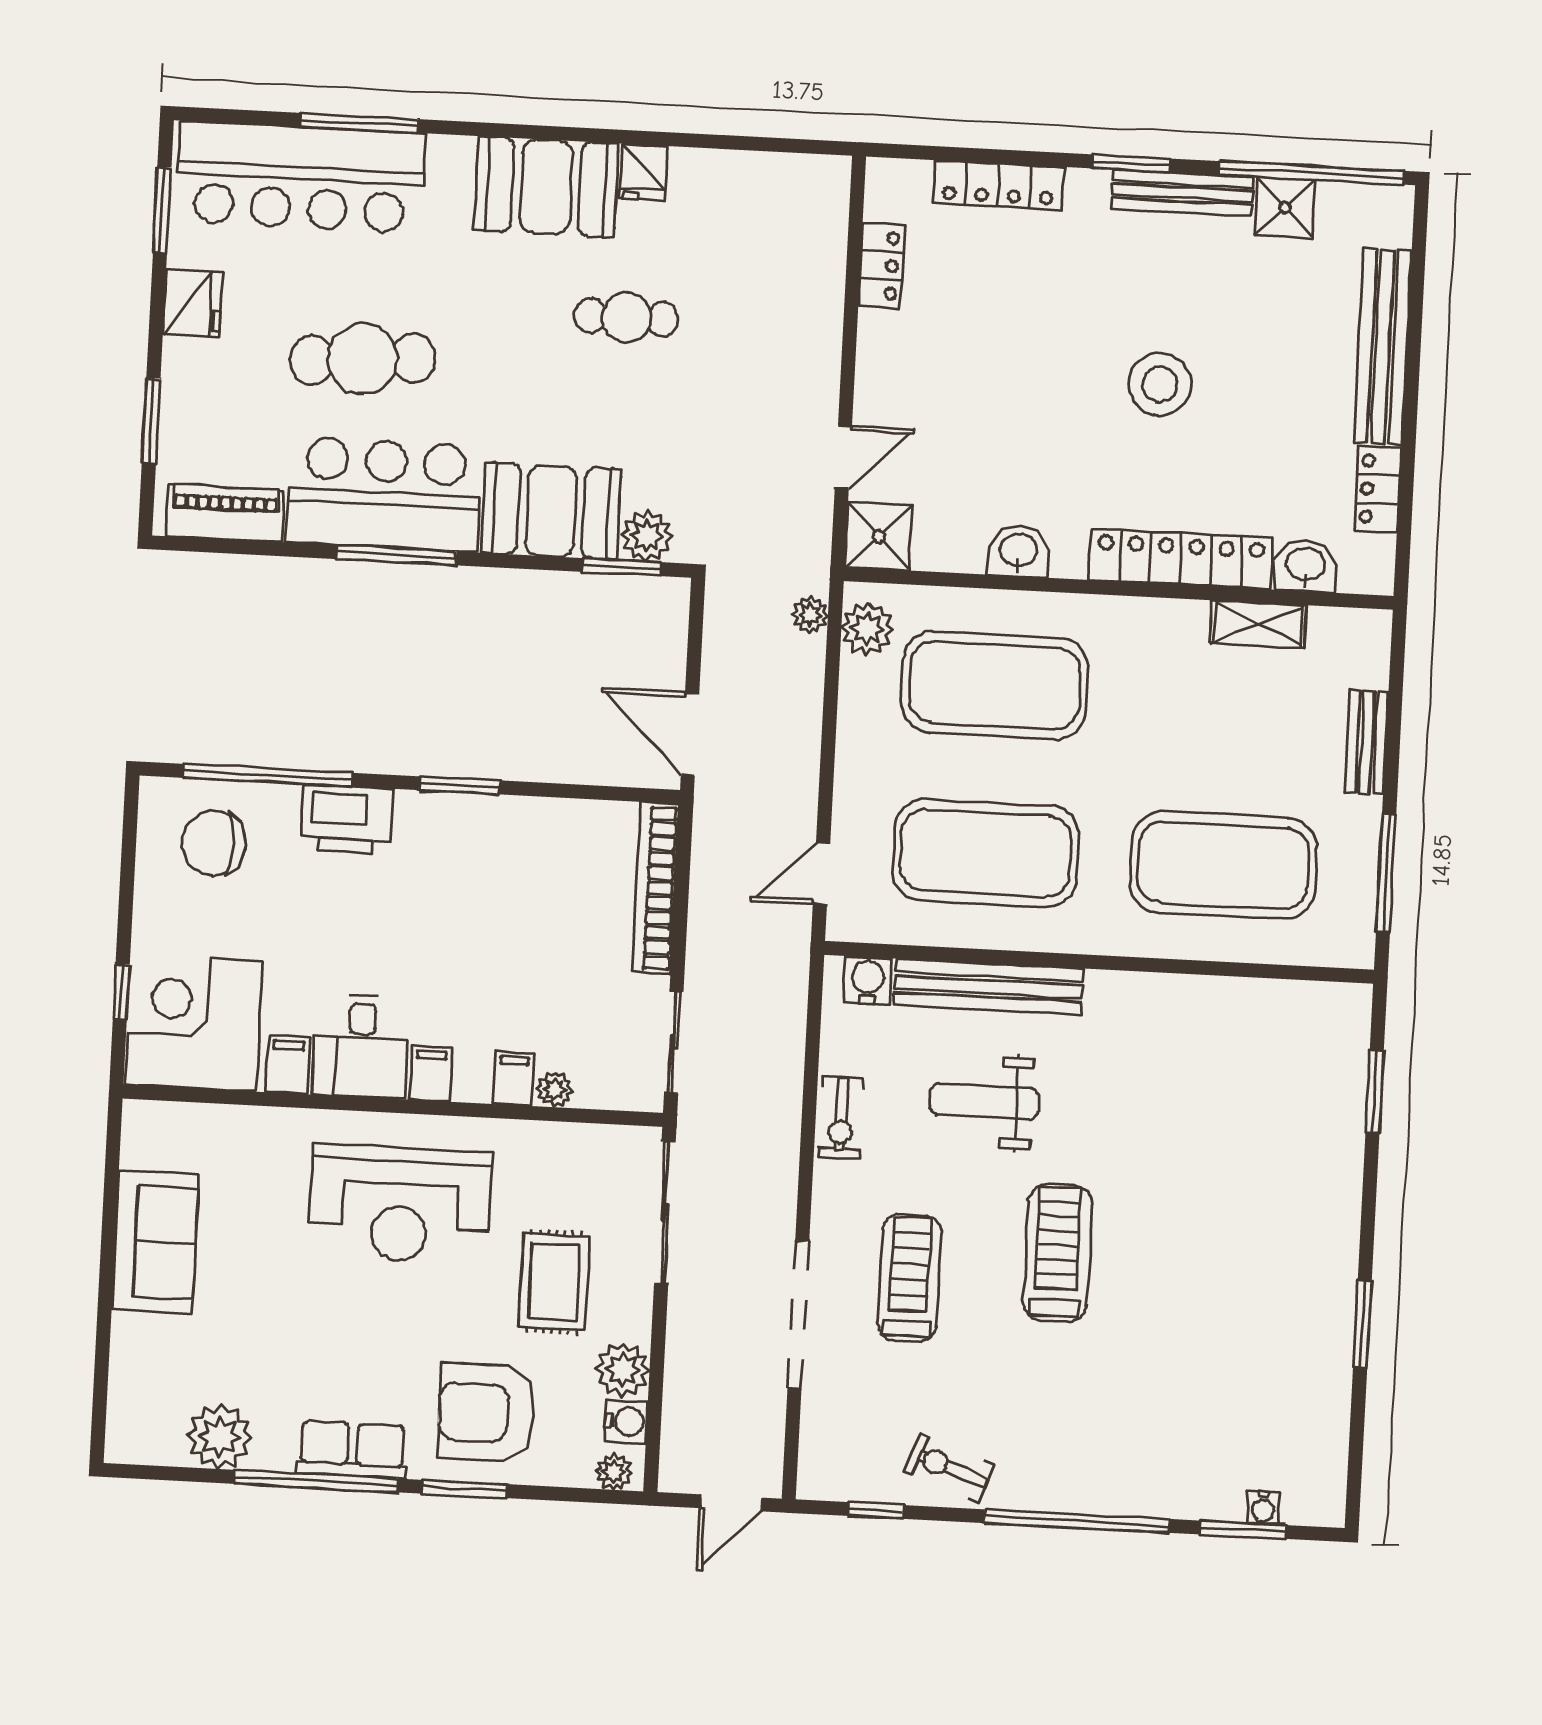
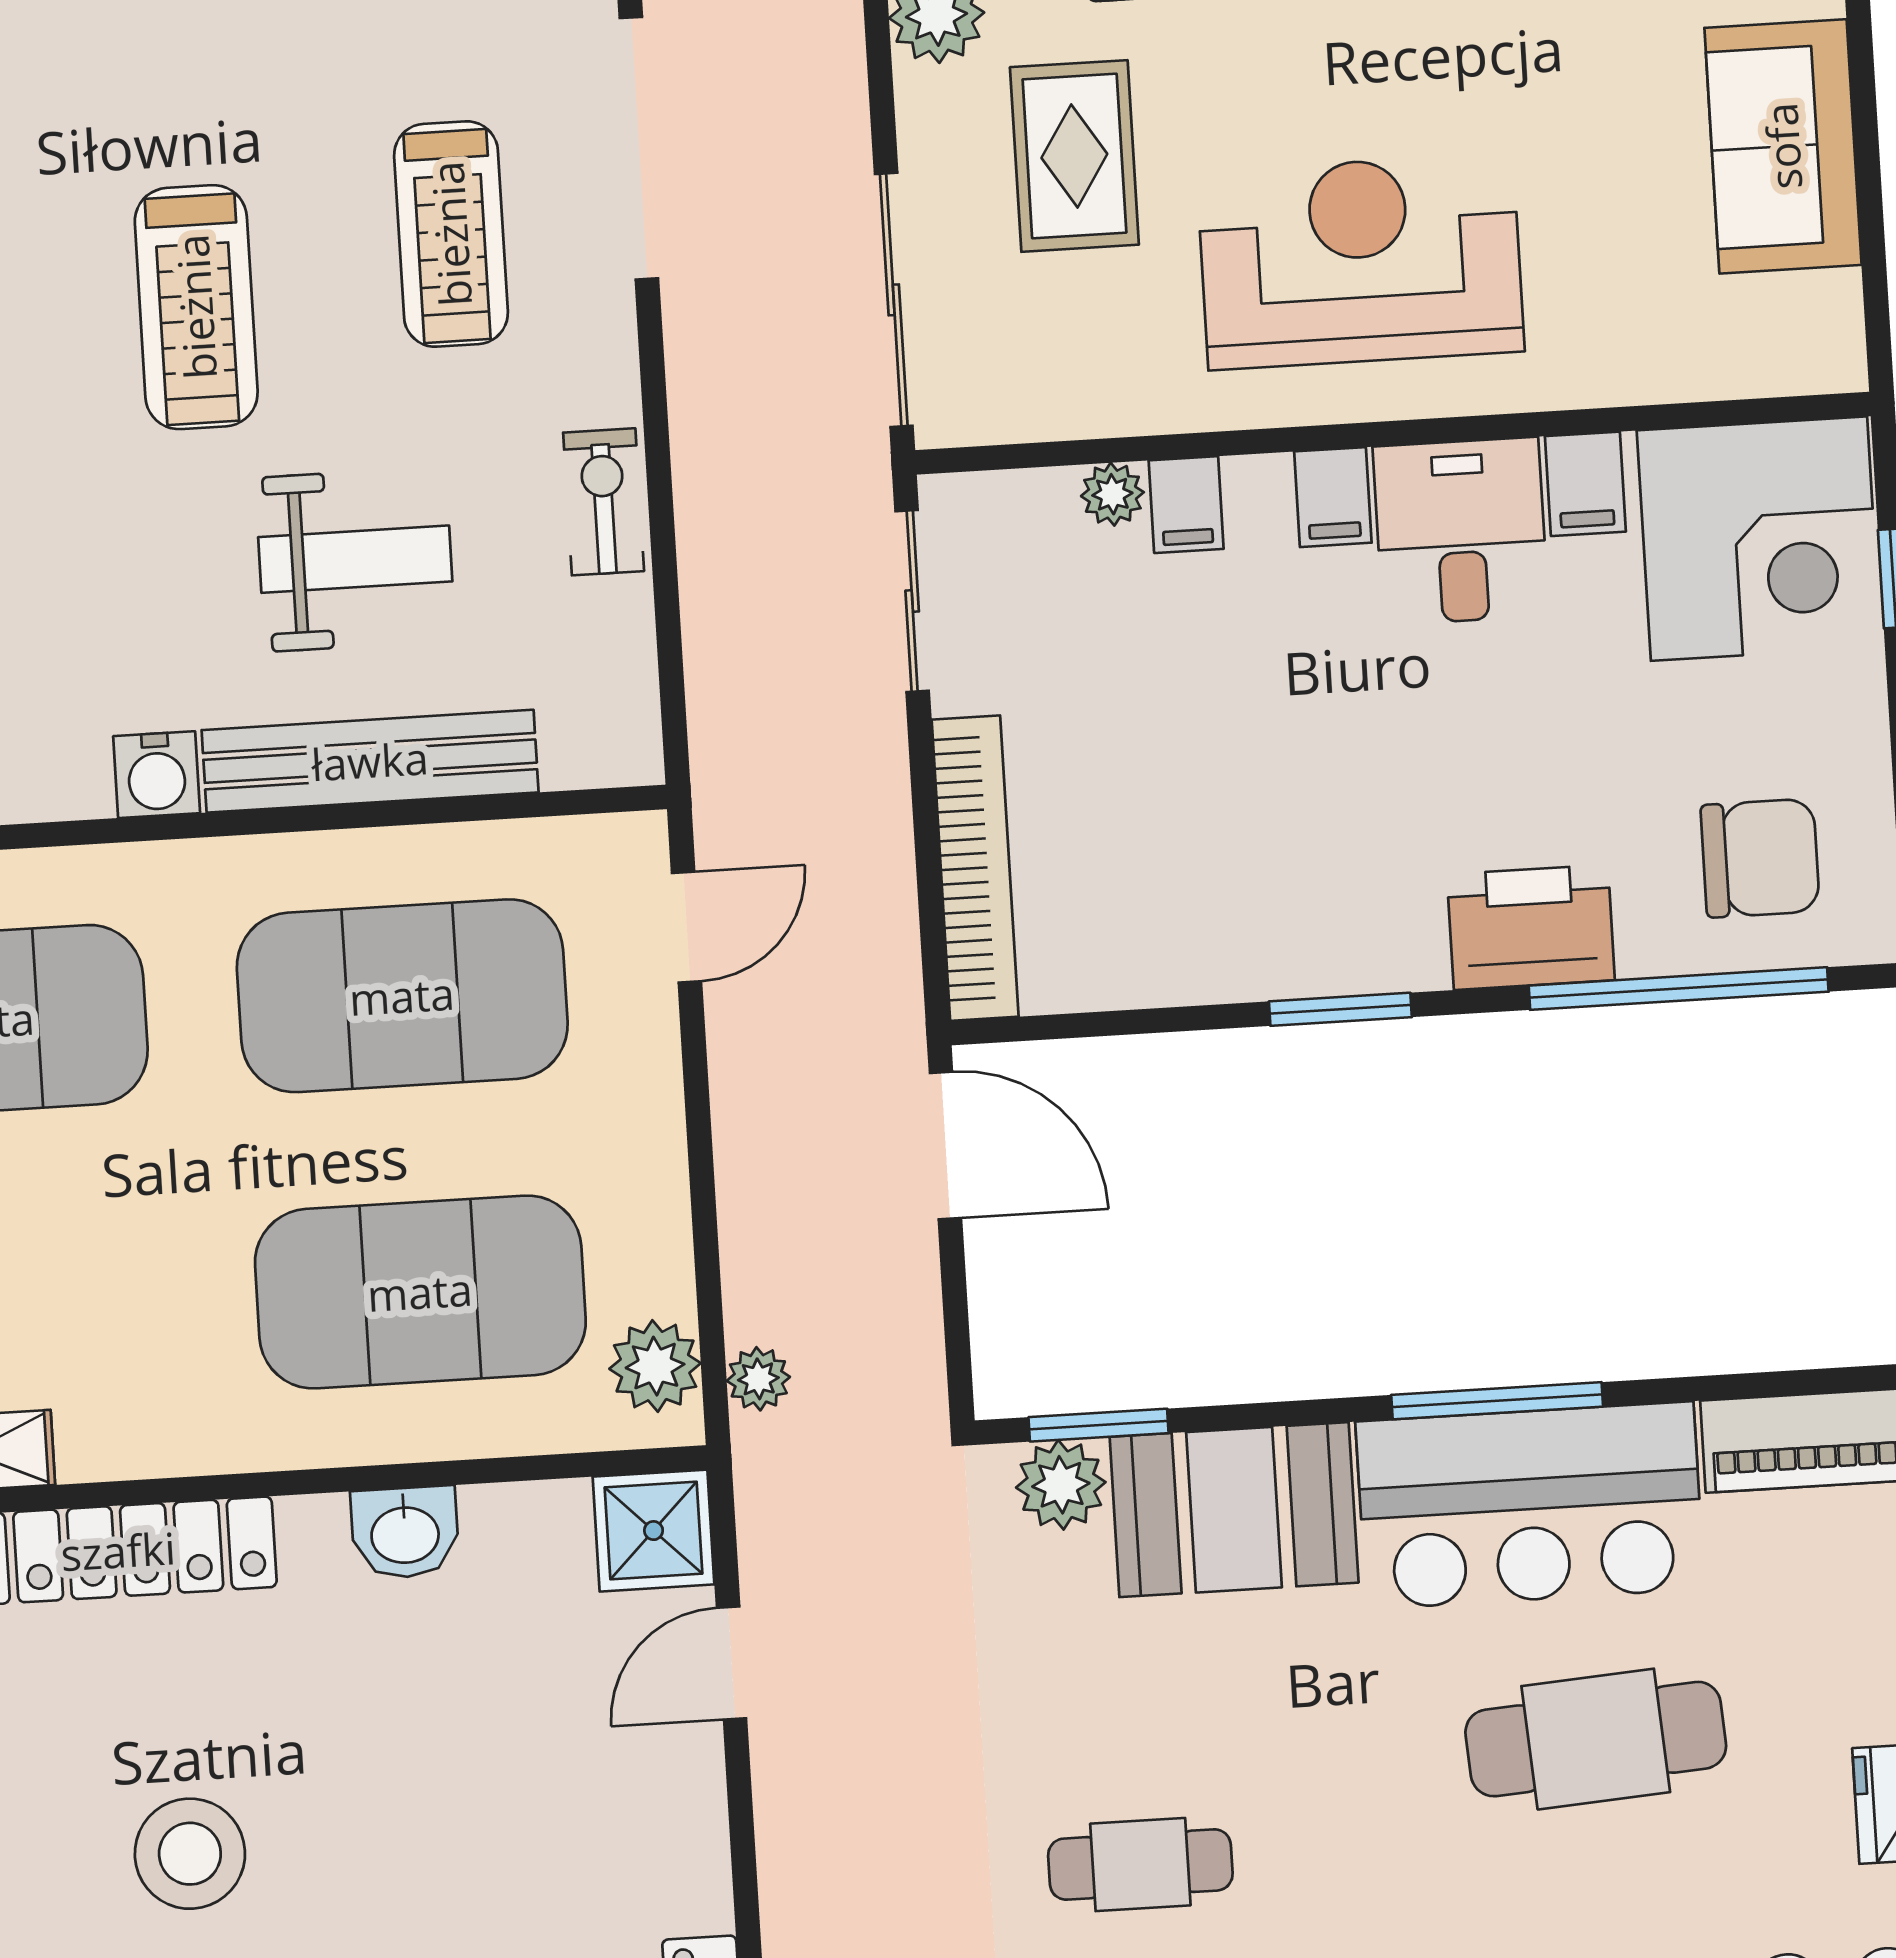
water cooler: (868, 980) -> (157, 775), moved

